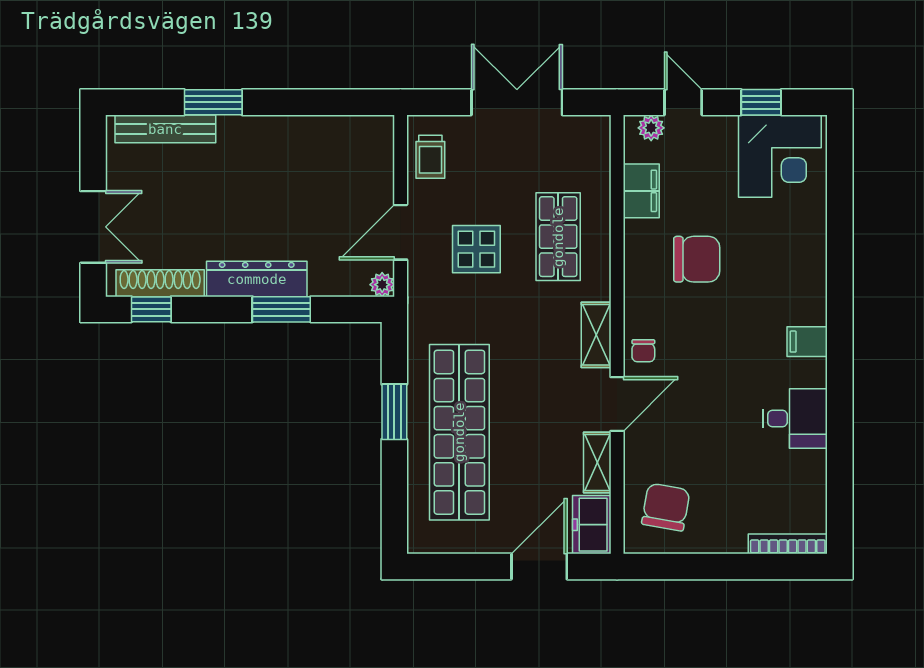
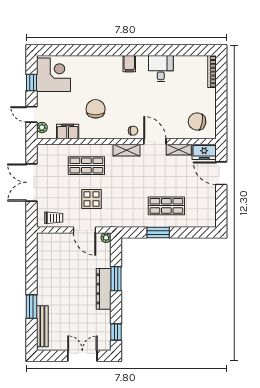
door: (683, 102) -> (31, 114), hinge flipped
shoe rack: (160, 283) -> (105, 328), removed
shop shelf: (459, 432) -> (166, 206), width x0.50, depth x0.74

